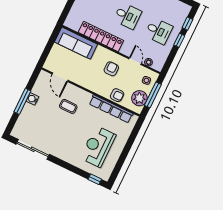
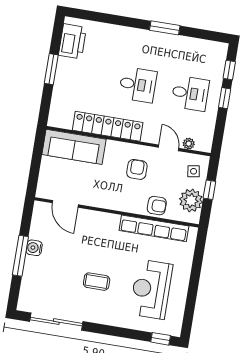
window: (153, 95) -> (209, 190), width x0.46
coffee table: (68, 106) -> (97, 282), moved

